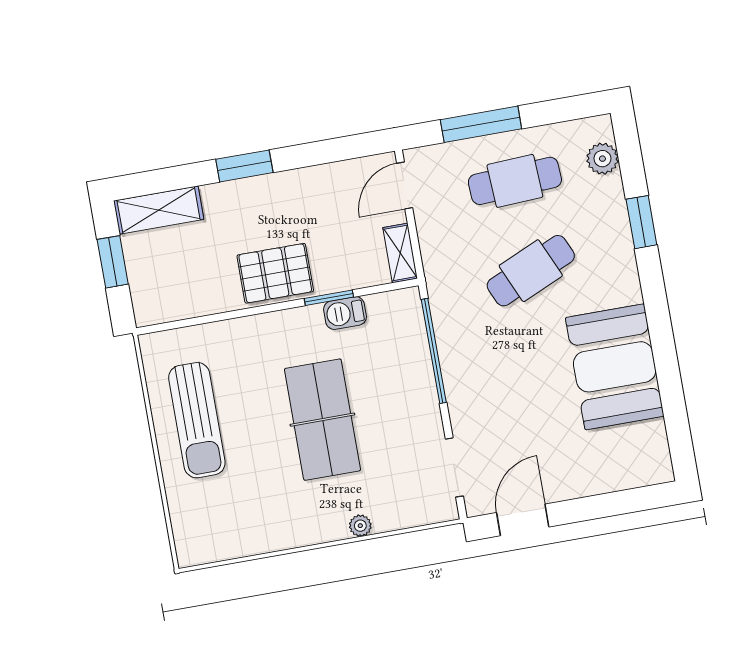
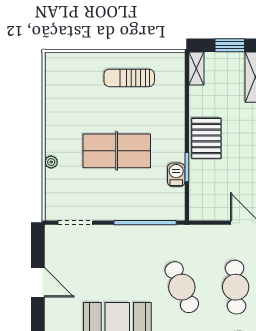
shelving: (400, 253) -> (196, 69), moved, turned 90
sun lounger: (197, 420) -> (129, 78), width x0.73, depth x0.75
door: (523, 520) -> (38, 282), moved

